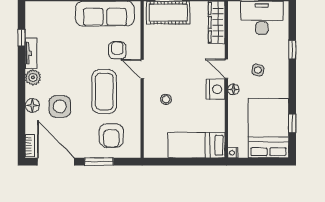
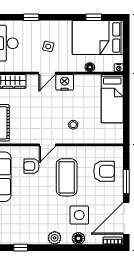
tv unit: (31, 53) -> (34, 240), removed
floor lamp: (233, 89) -> (90, 67), moved
coffee table: (104, 92) -> (67, 177), turned 90

